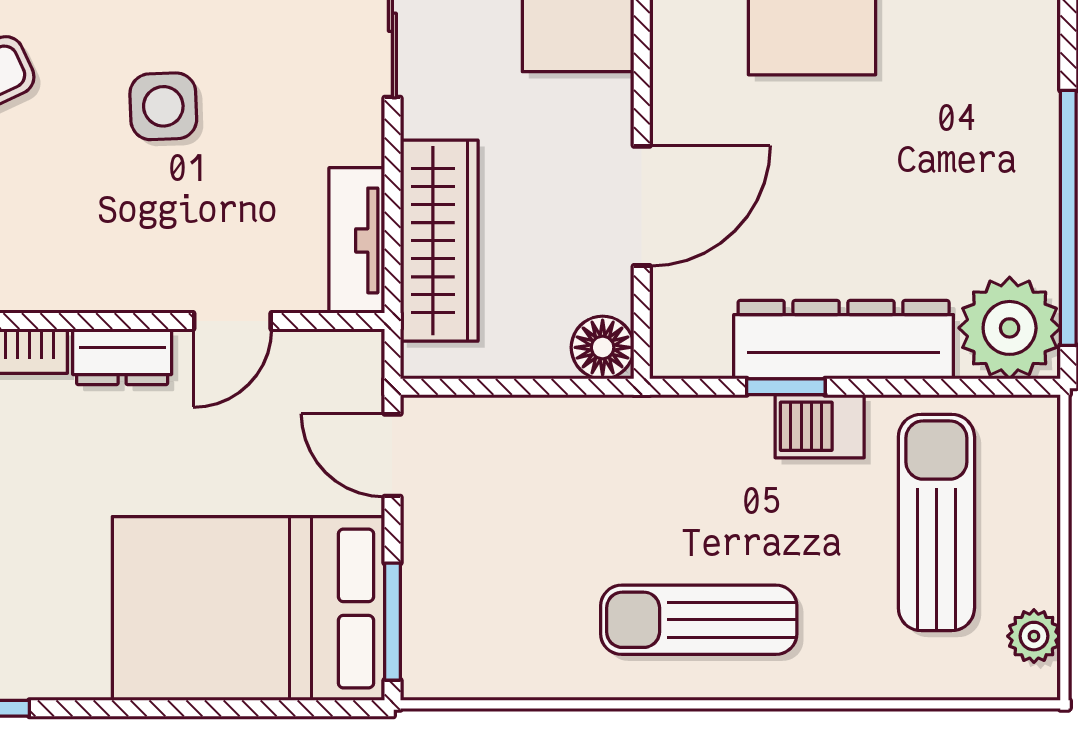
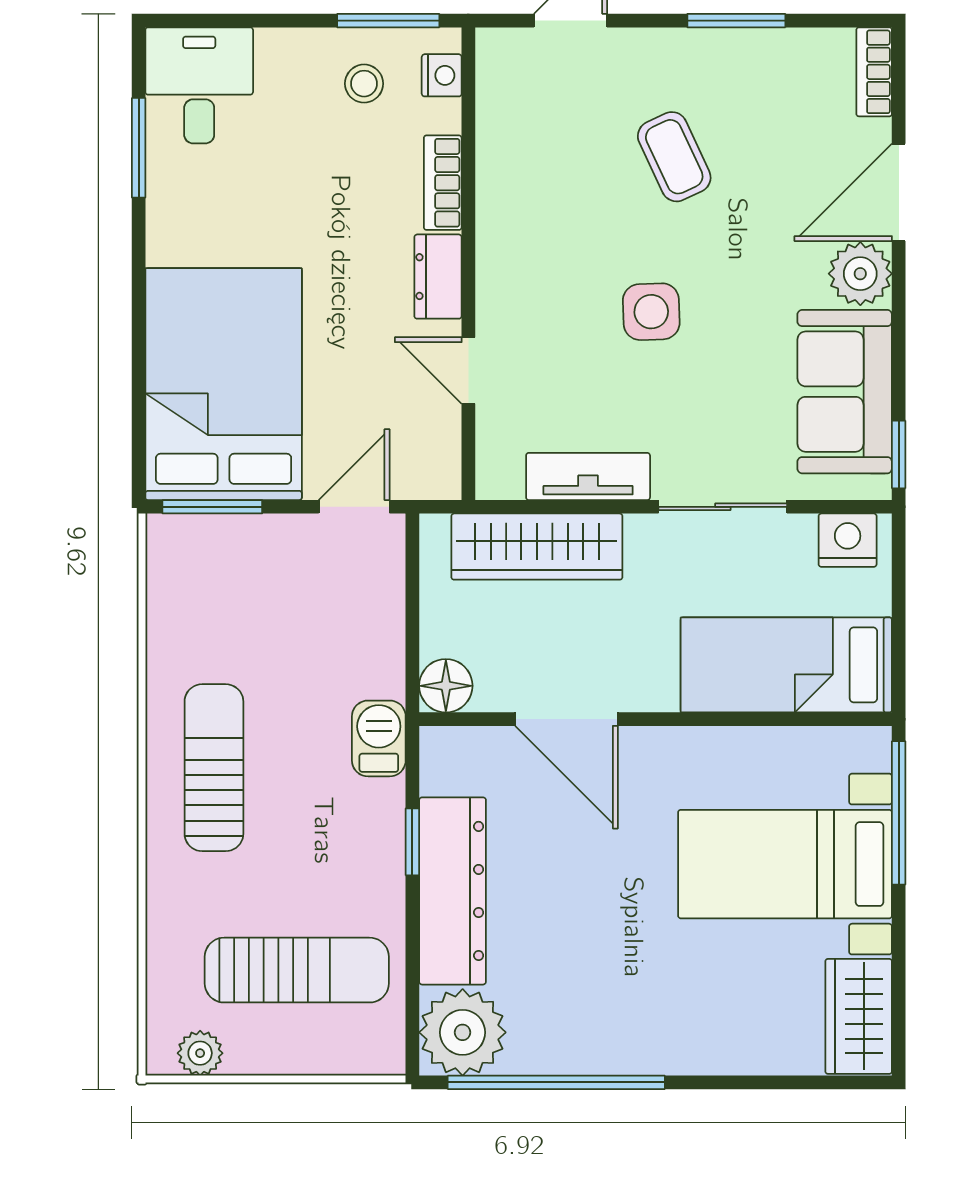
tv unit: (357, 240) -> (588, 476), moved
barbecue: (820, 426) -> (379, 738), moved

